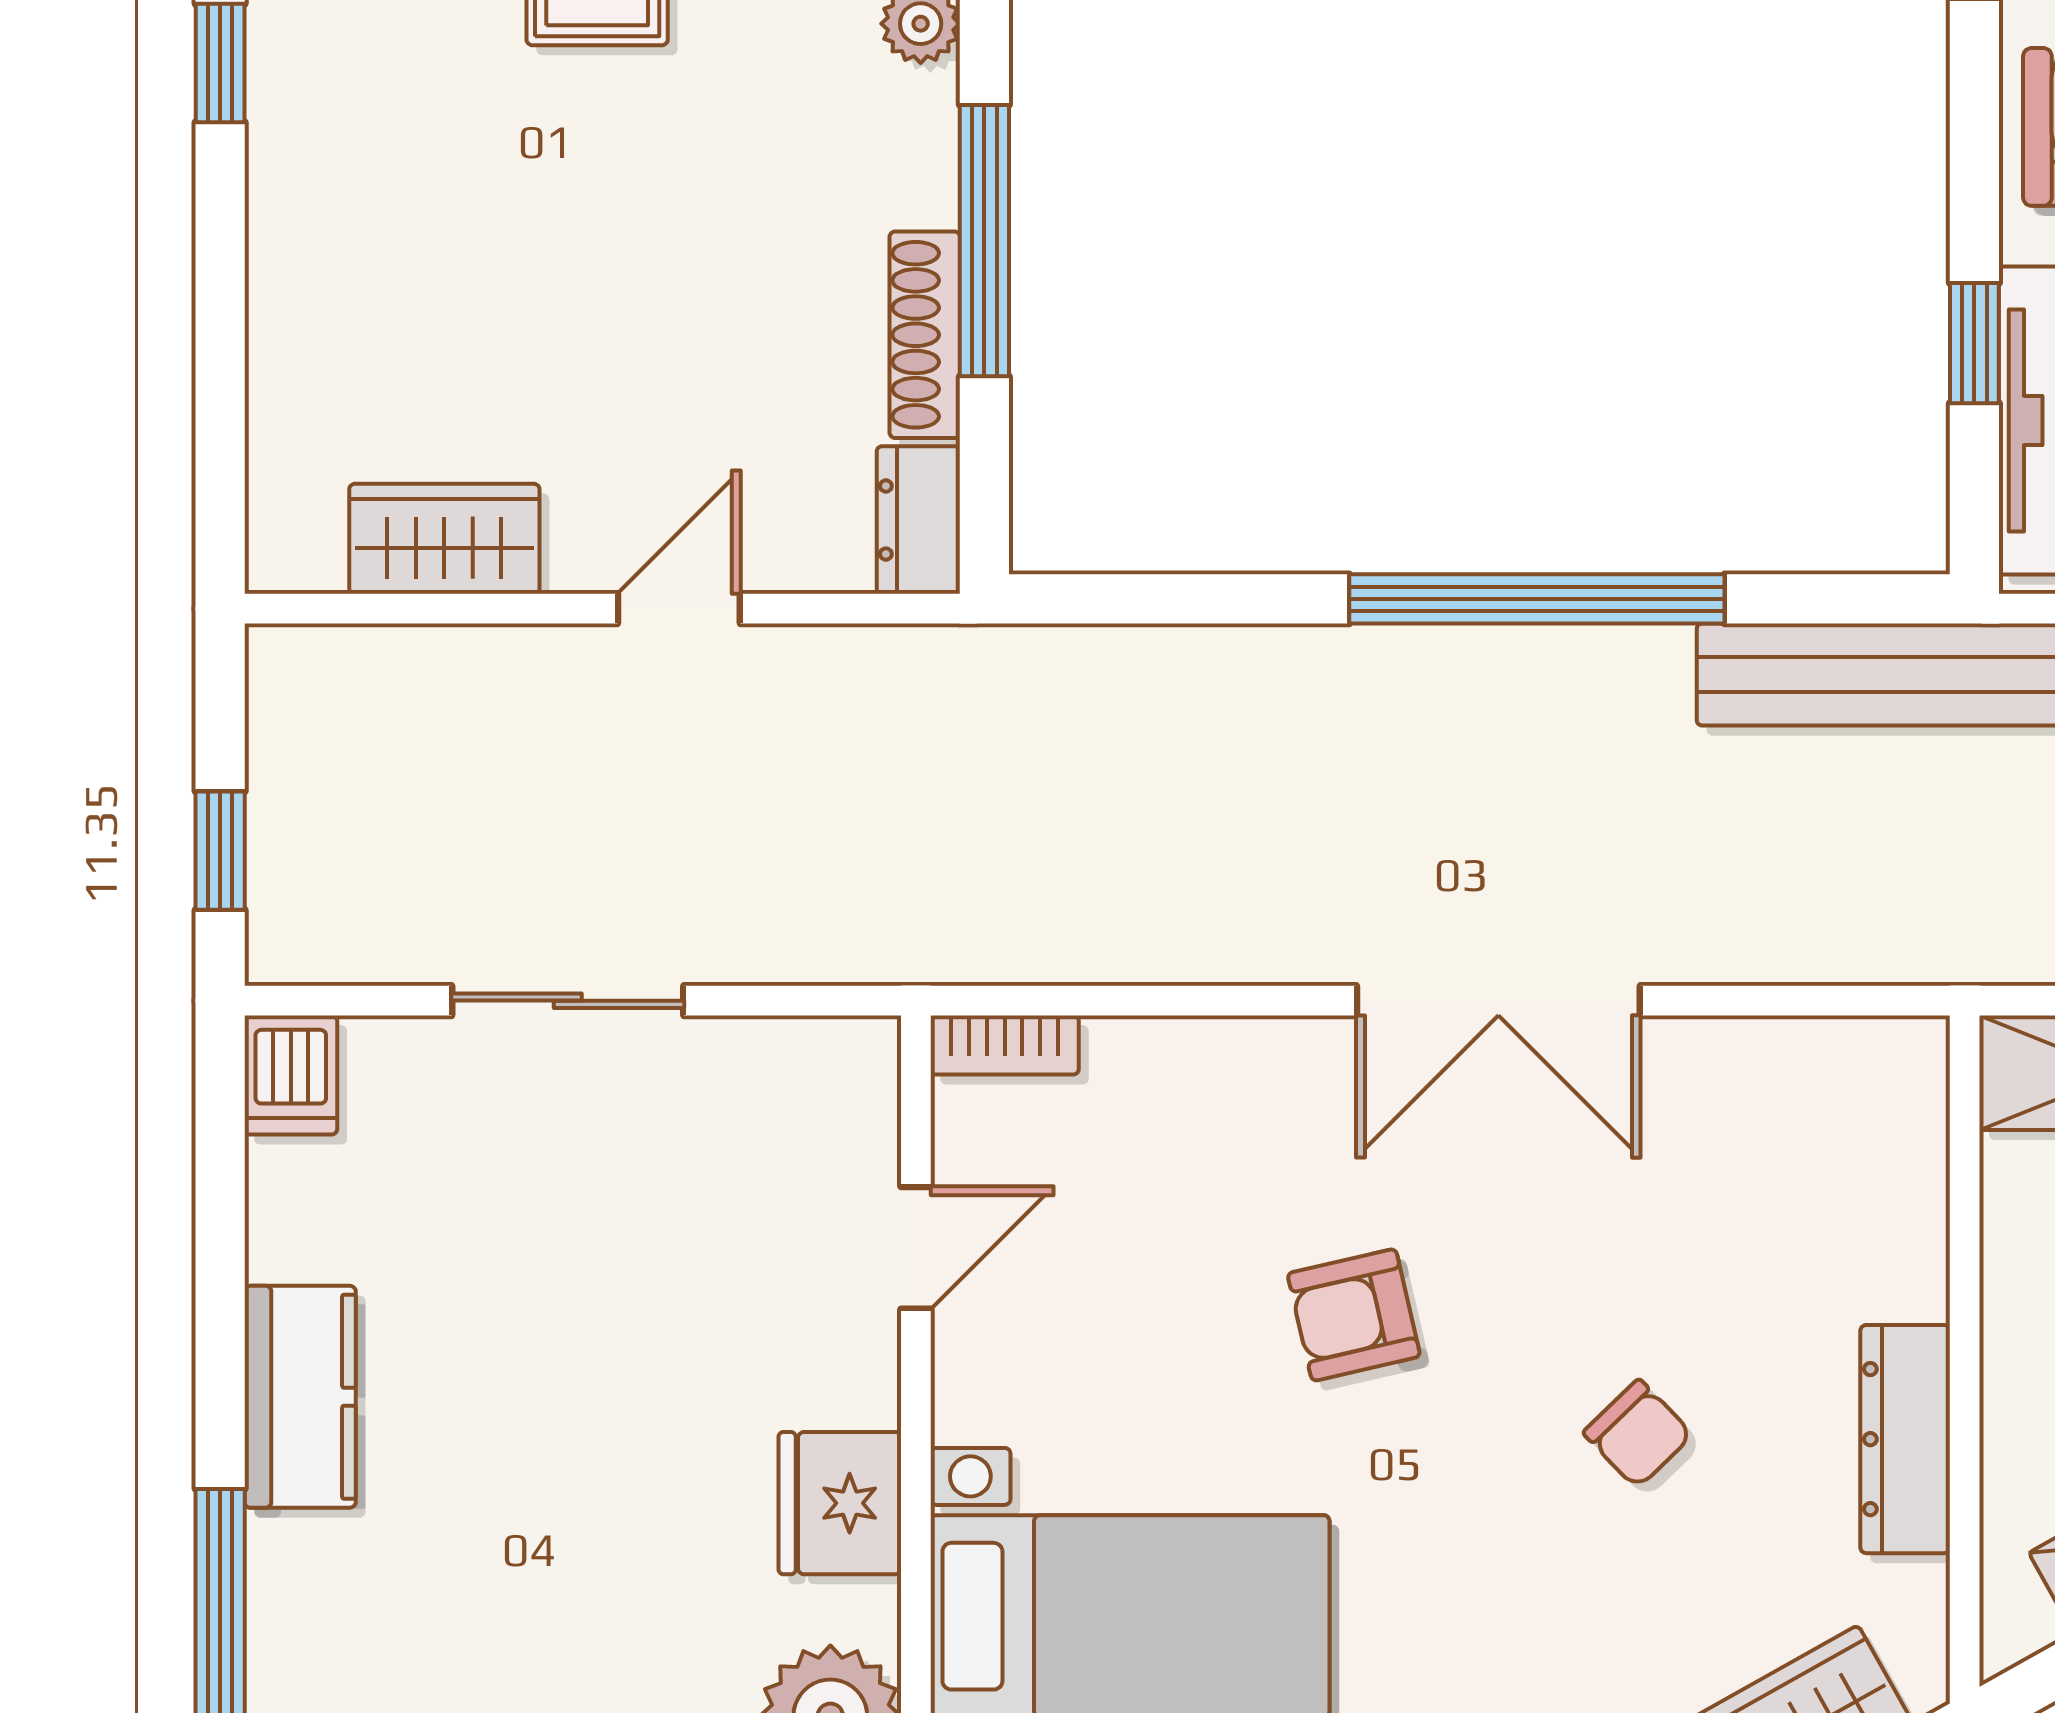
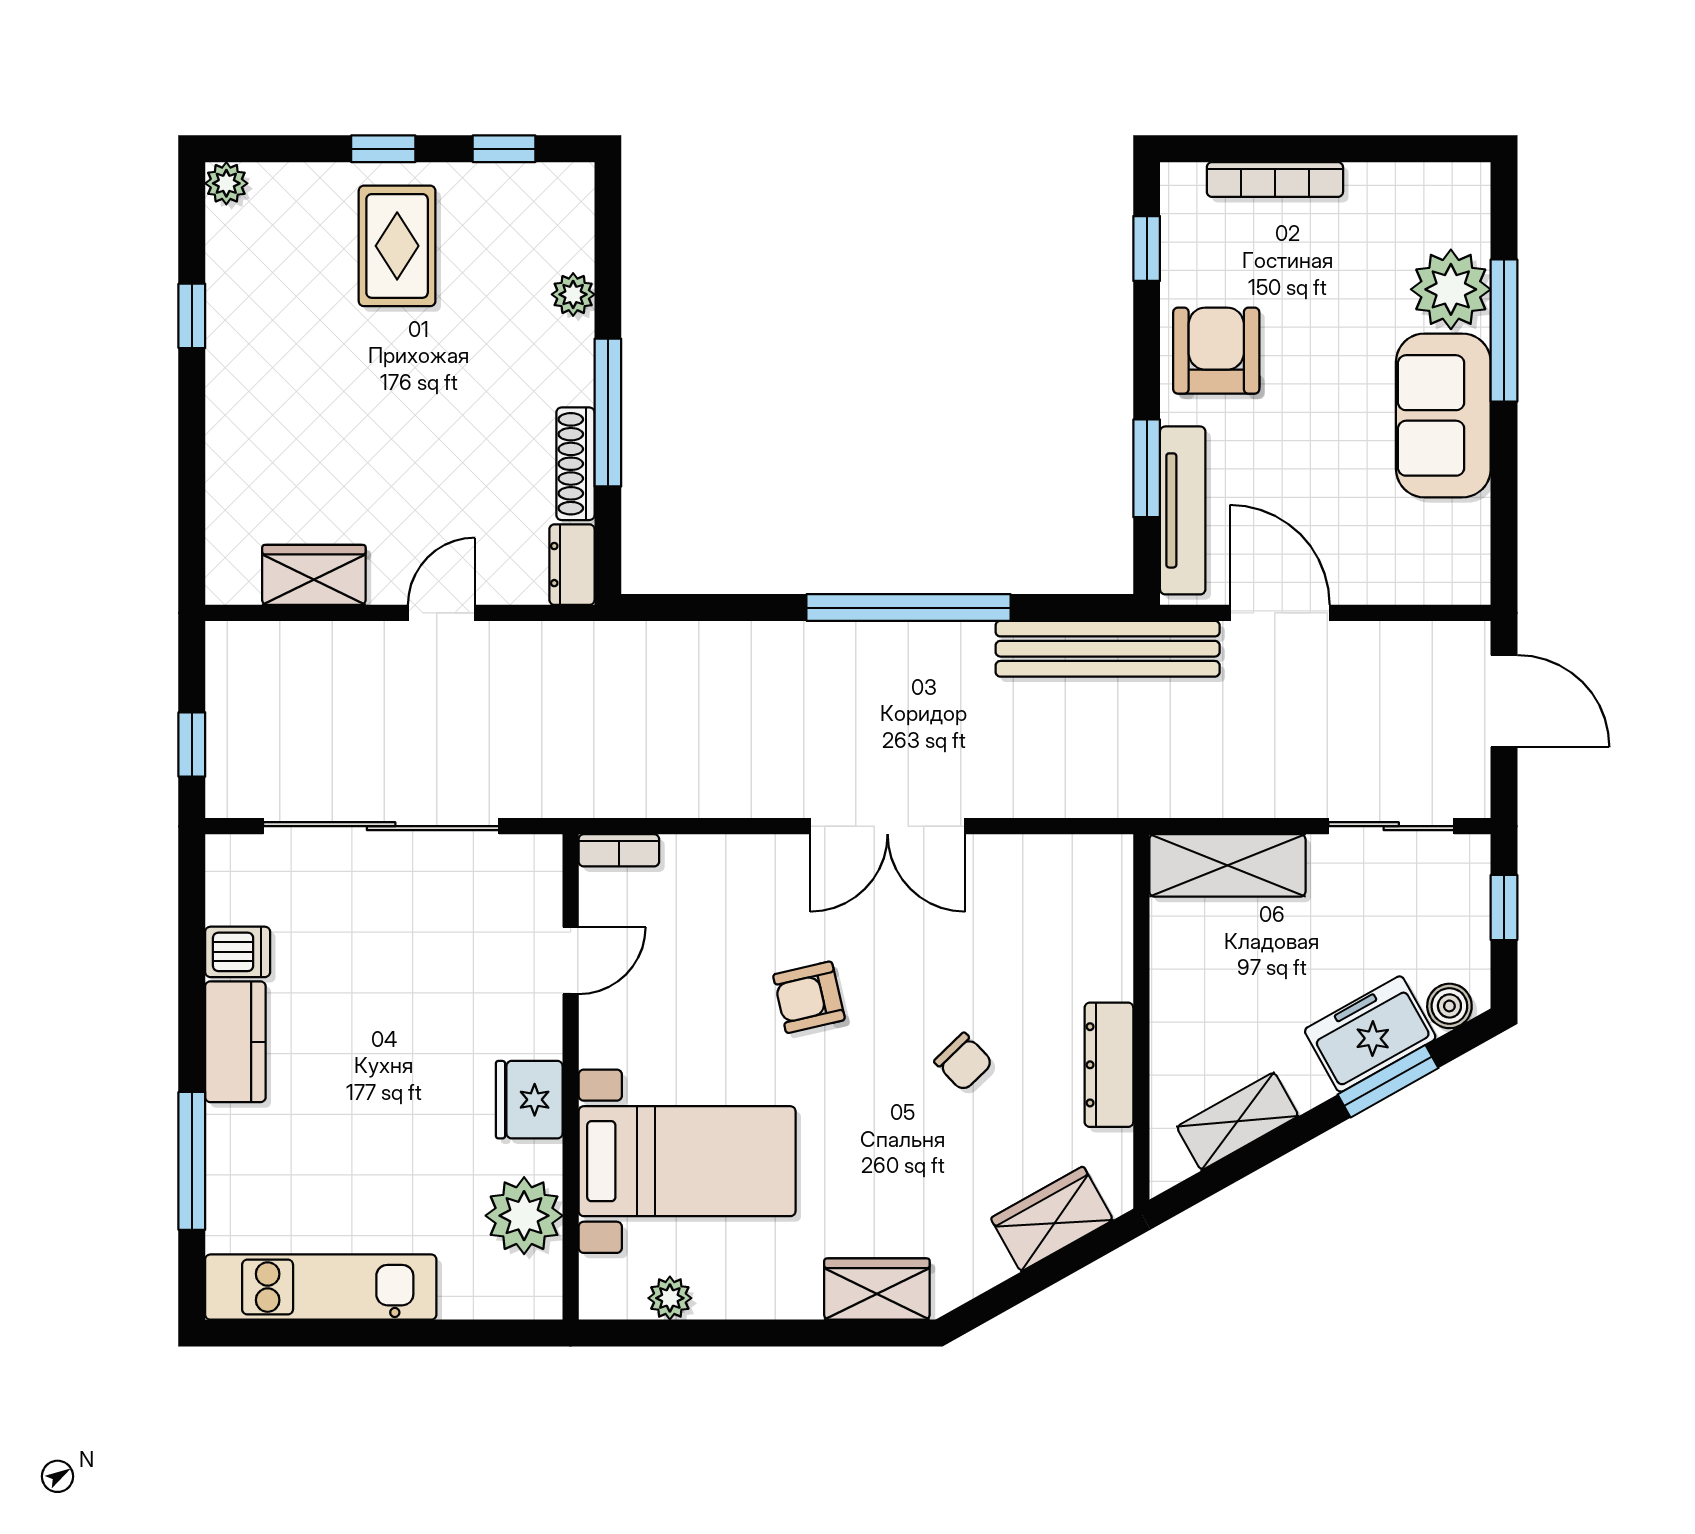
window: (1974, 343) -> (1147, 468), width x1.50
sliding door: (568, 1001) -> (381, 826), width x1.86
dishwasher: (291, 1075) -> (238, 952), moved, turned -90

